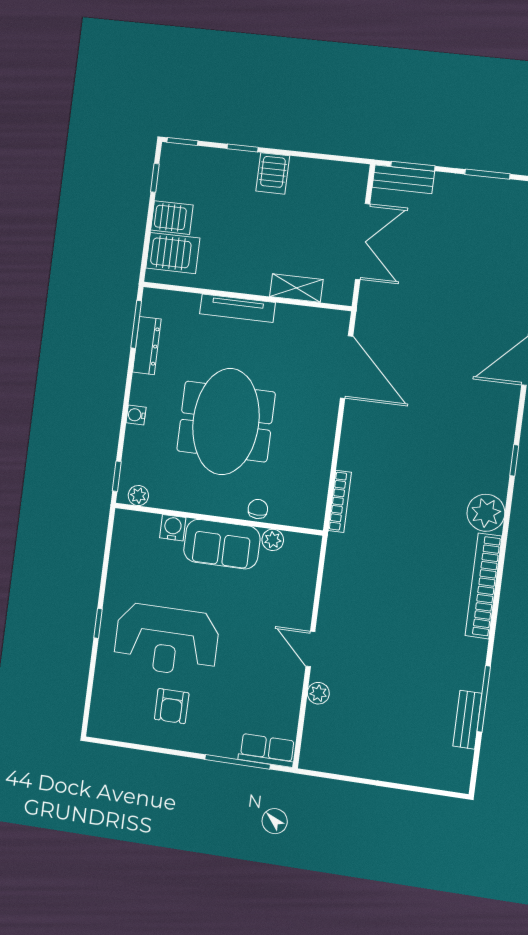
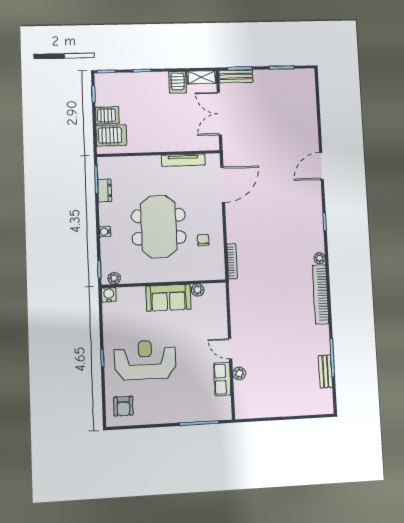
server rack: (273, 173) -> (178, 82), moved
double door: (363, 242) -> (219, 114), swing flipped
shelving: (296, 288) -> (202, 77), moved
tv unit: (237, 308) -> (183, 160), moved
dresser: (147, 346) -> (105, 190), width x0.70
door: (347, 367) -> (223, 185), hinge flipped
chair: (258, 509) -> (203, 240), moved
plant: (486, 513) -> (320, 258), width x0.53, depth x0.53
water cooler: (173, 528) -> (109, 295), moved
reception desk: (166, 640) -> (145, 360), turned 180
armchair: (172, 706) -> (123, 406), moved
row of seats: (267, 750) -> (222, 379), moved, turned -90

